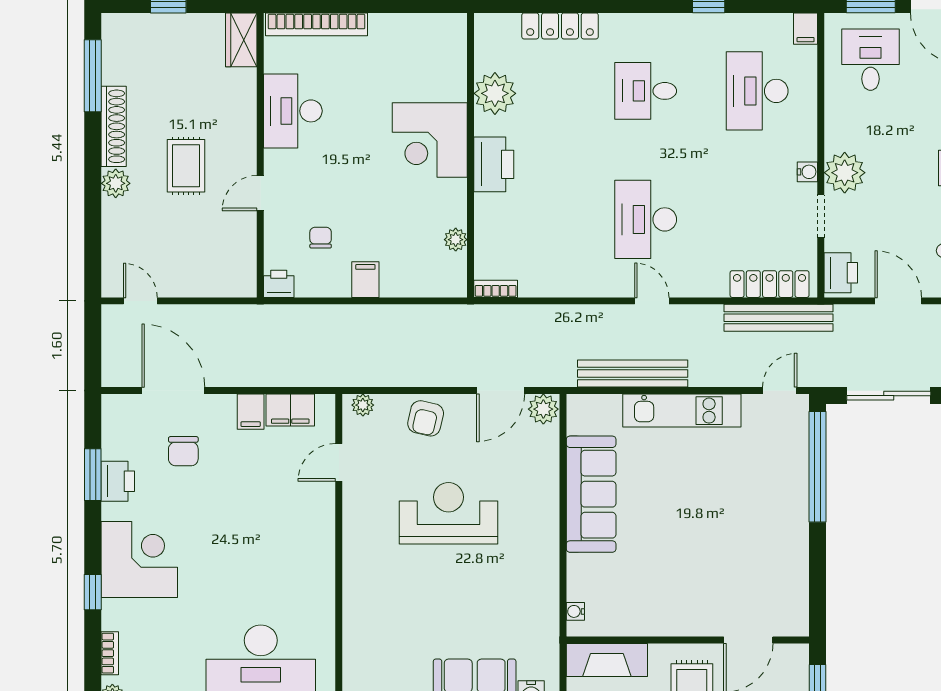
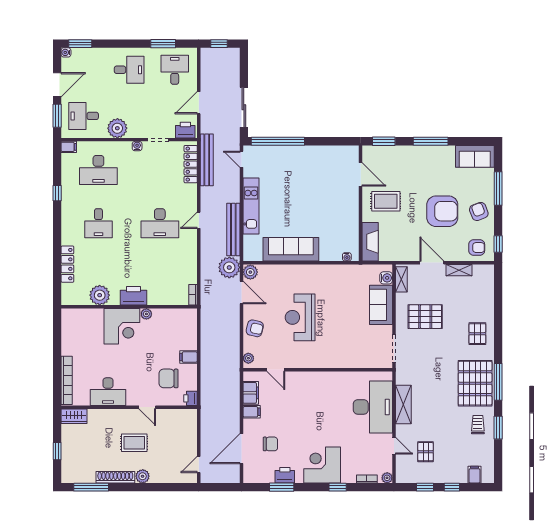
plant: (845, 173) -> (117, 128), moved
chair: (321, 238) -> (168, 378), width x1.87, depth x1.87
plant: (456, 240) -> (146, 314), moved
plant: (553, 365) -> (229, 267), added

